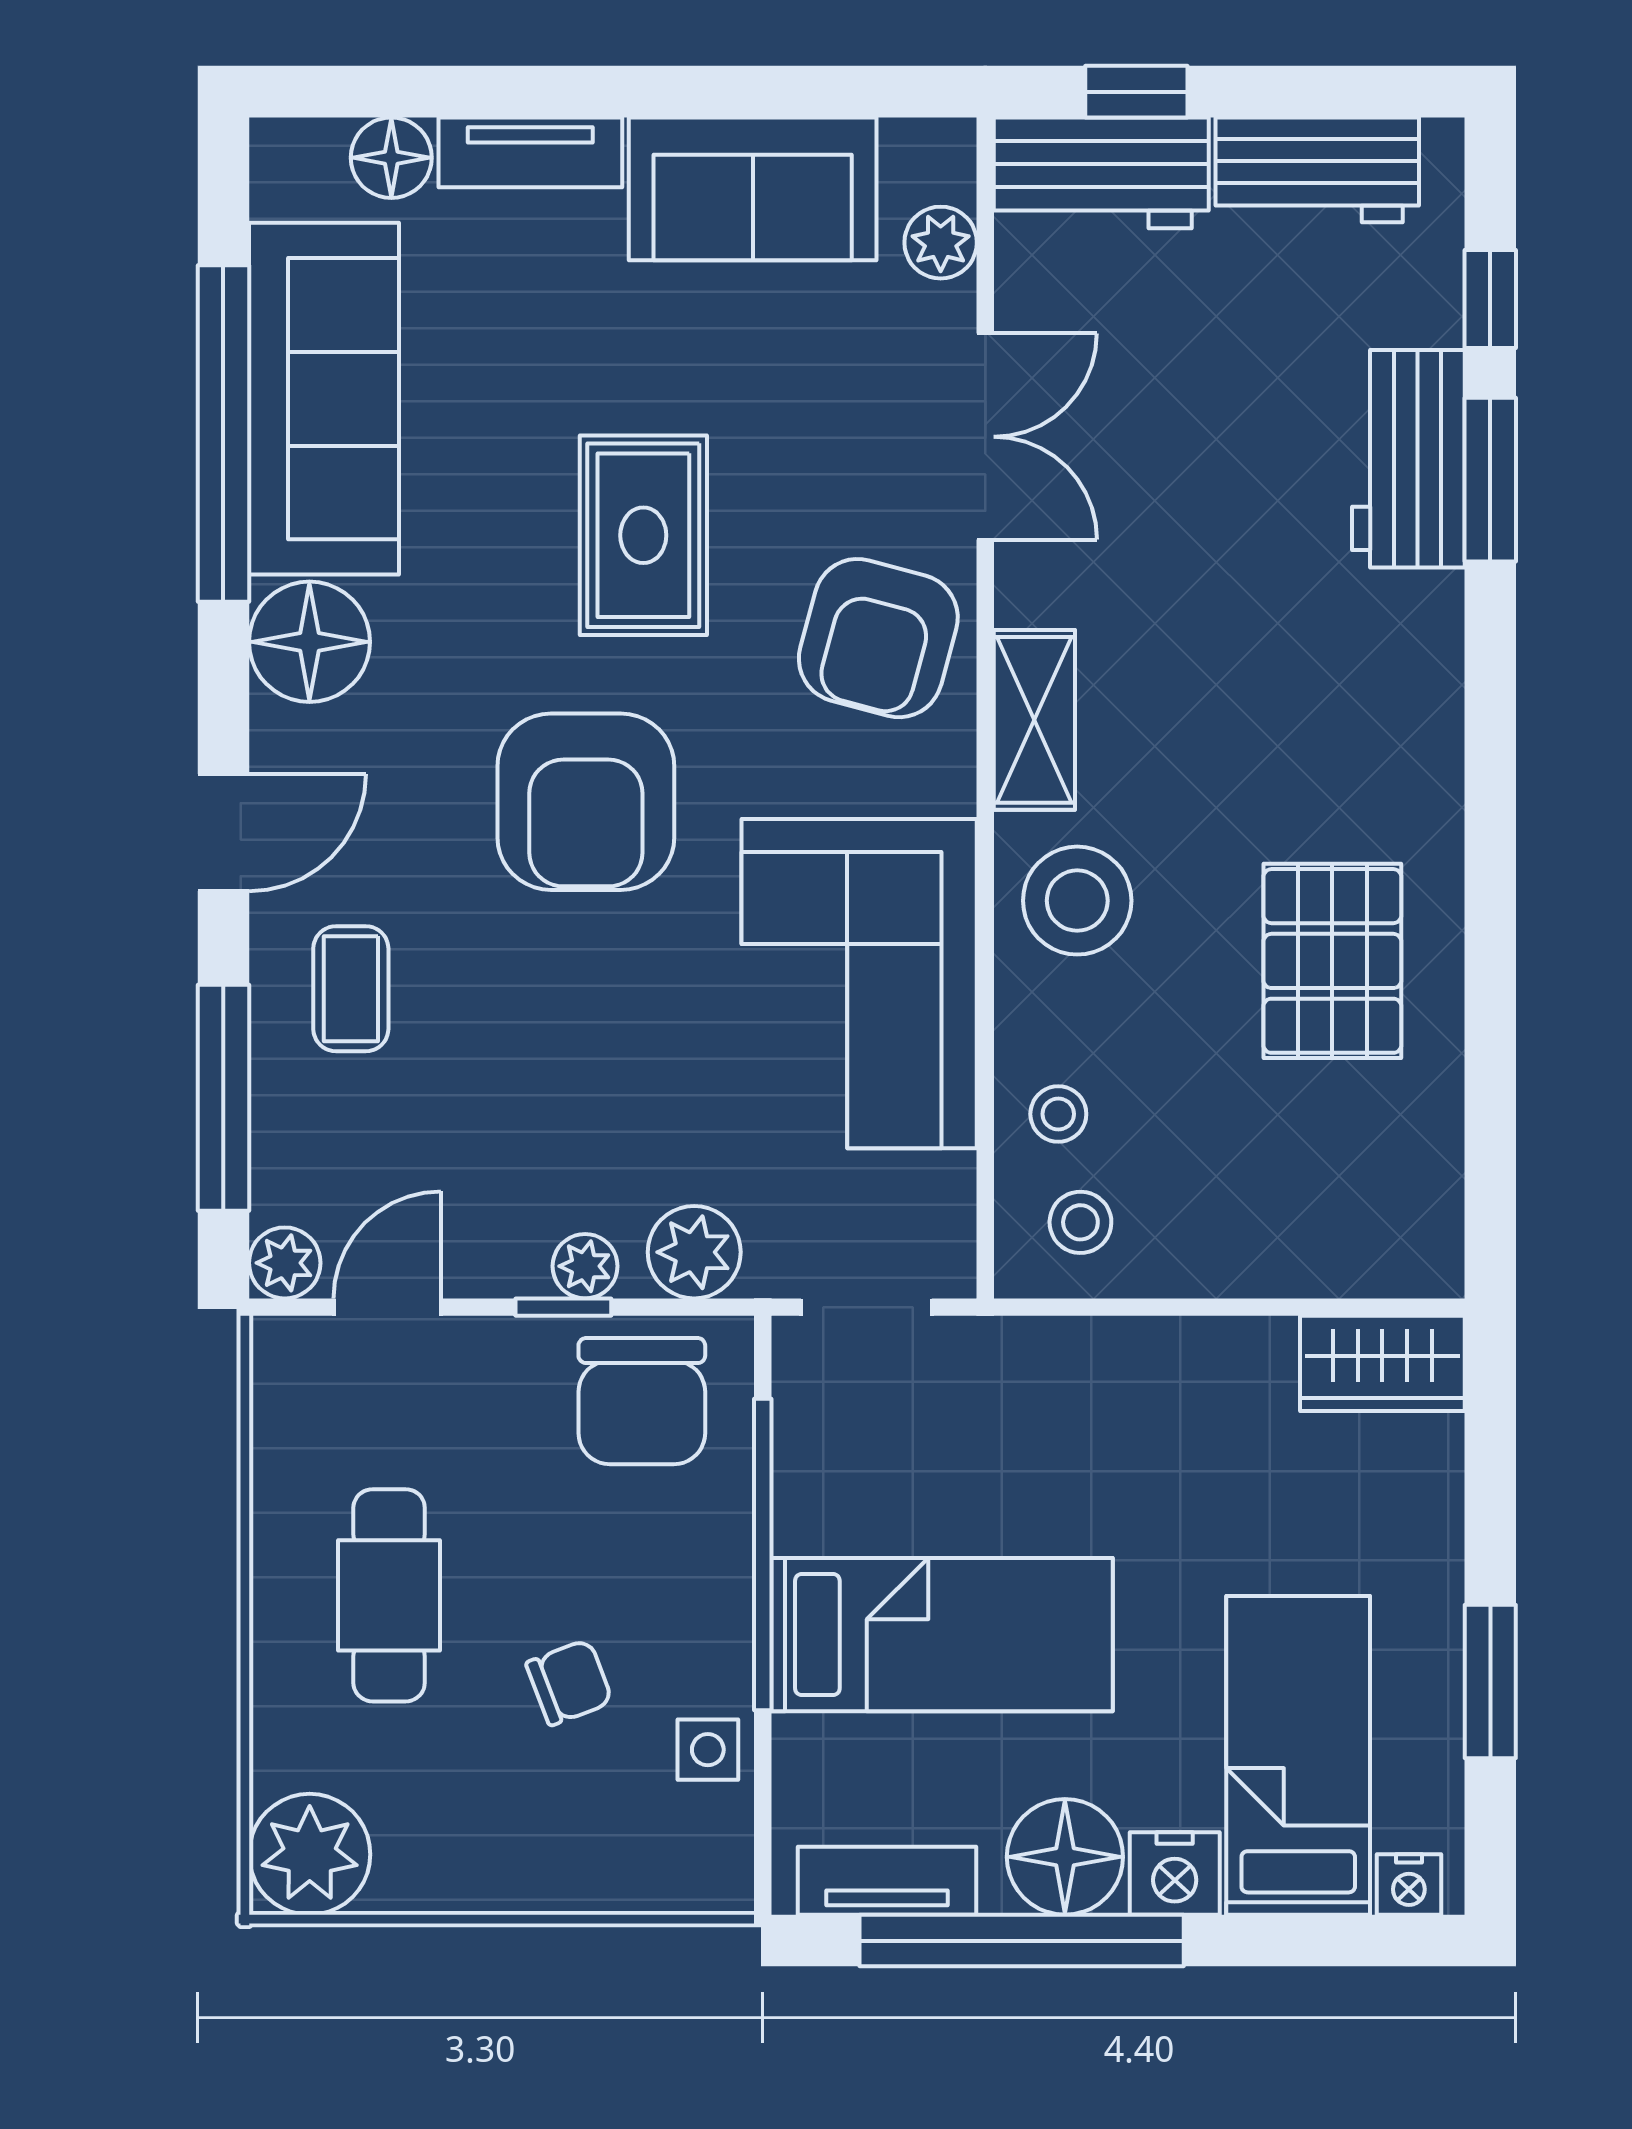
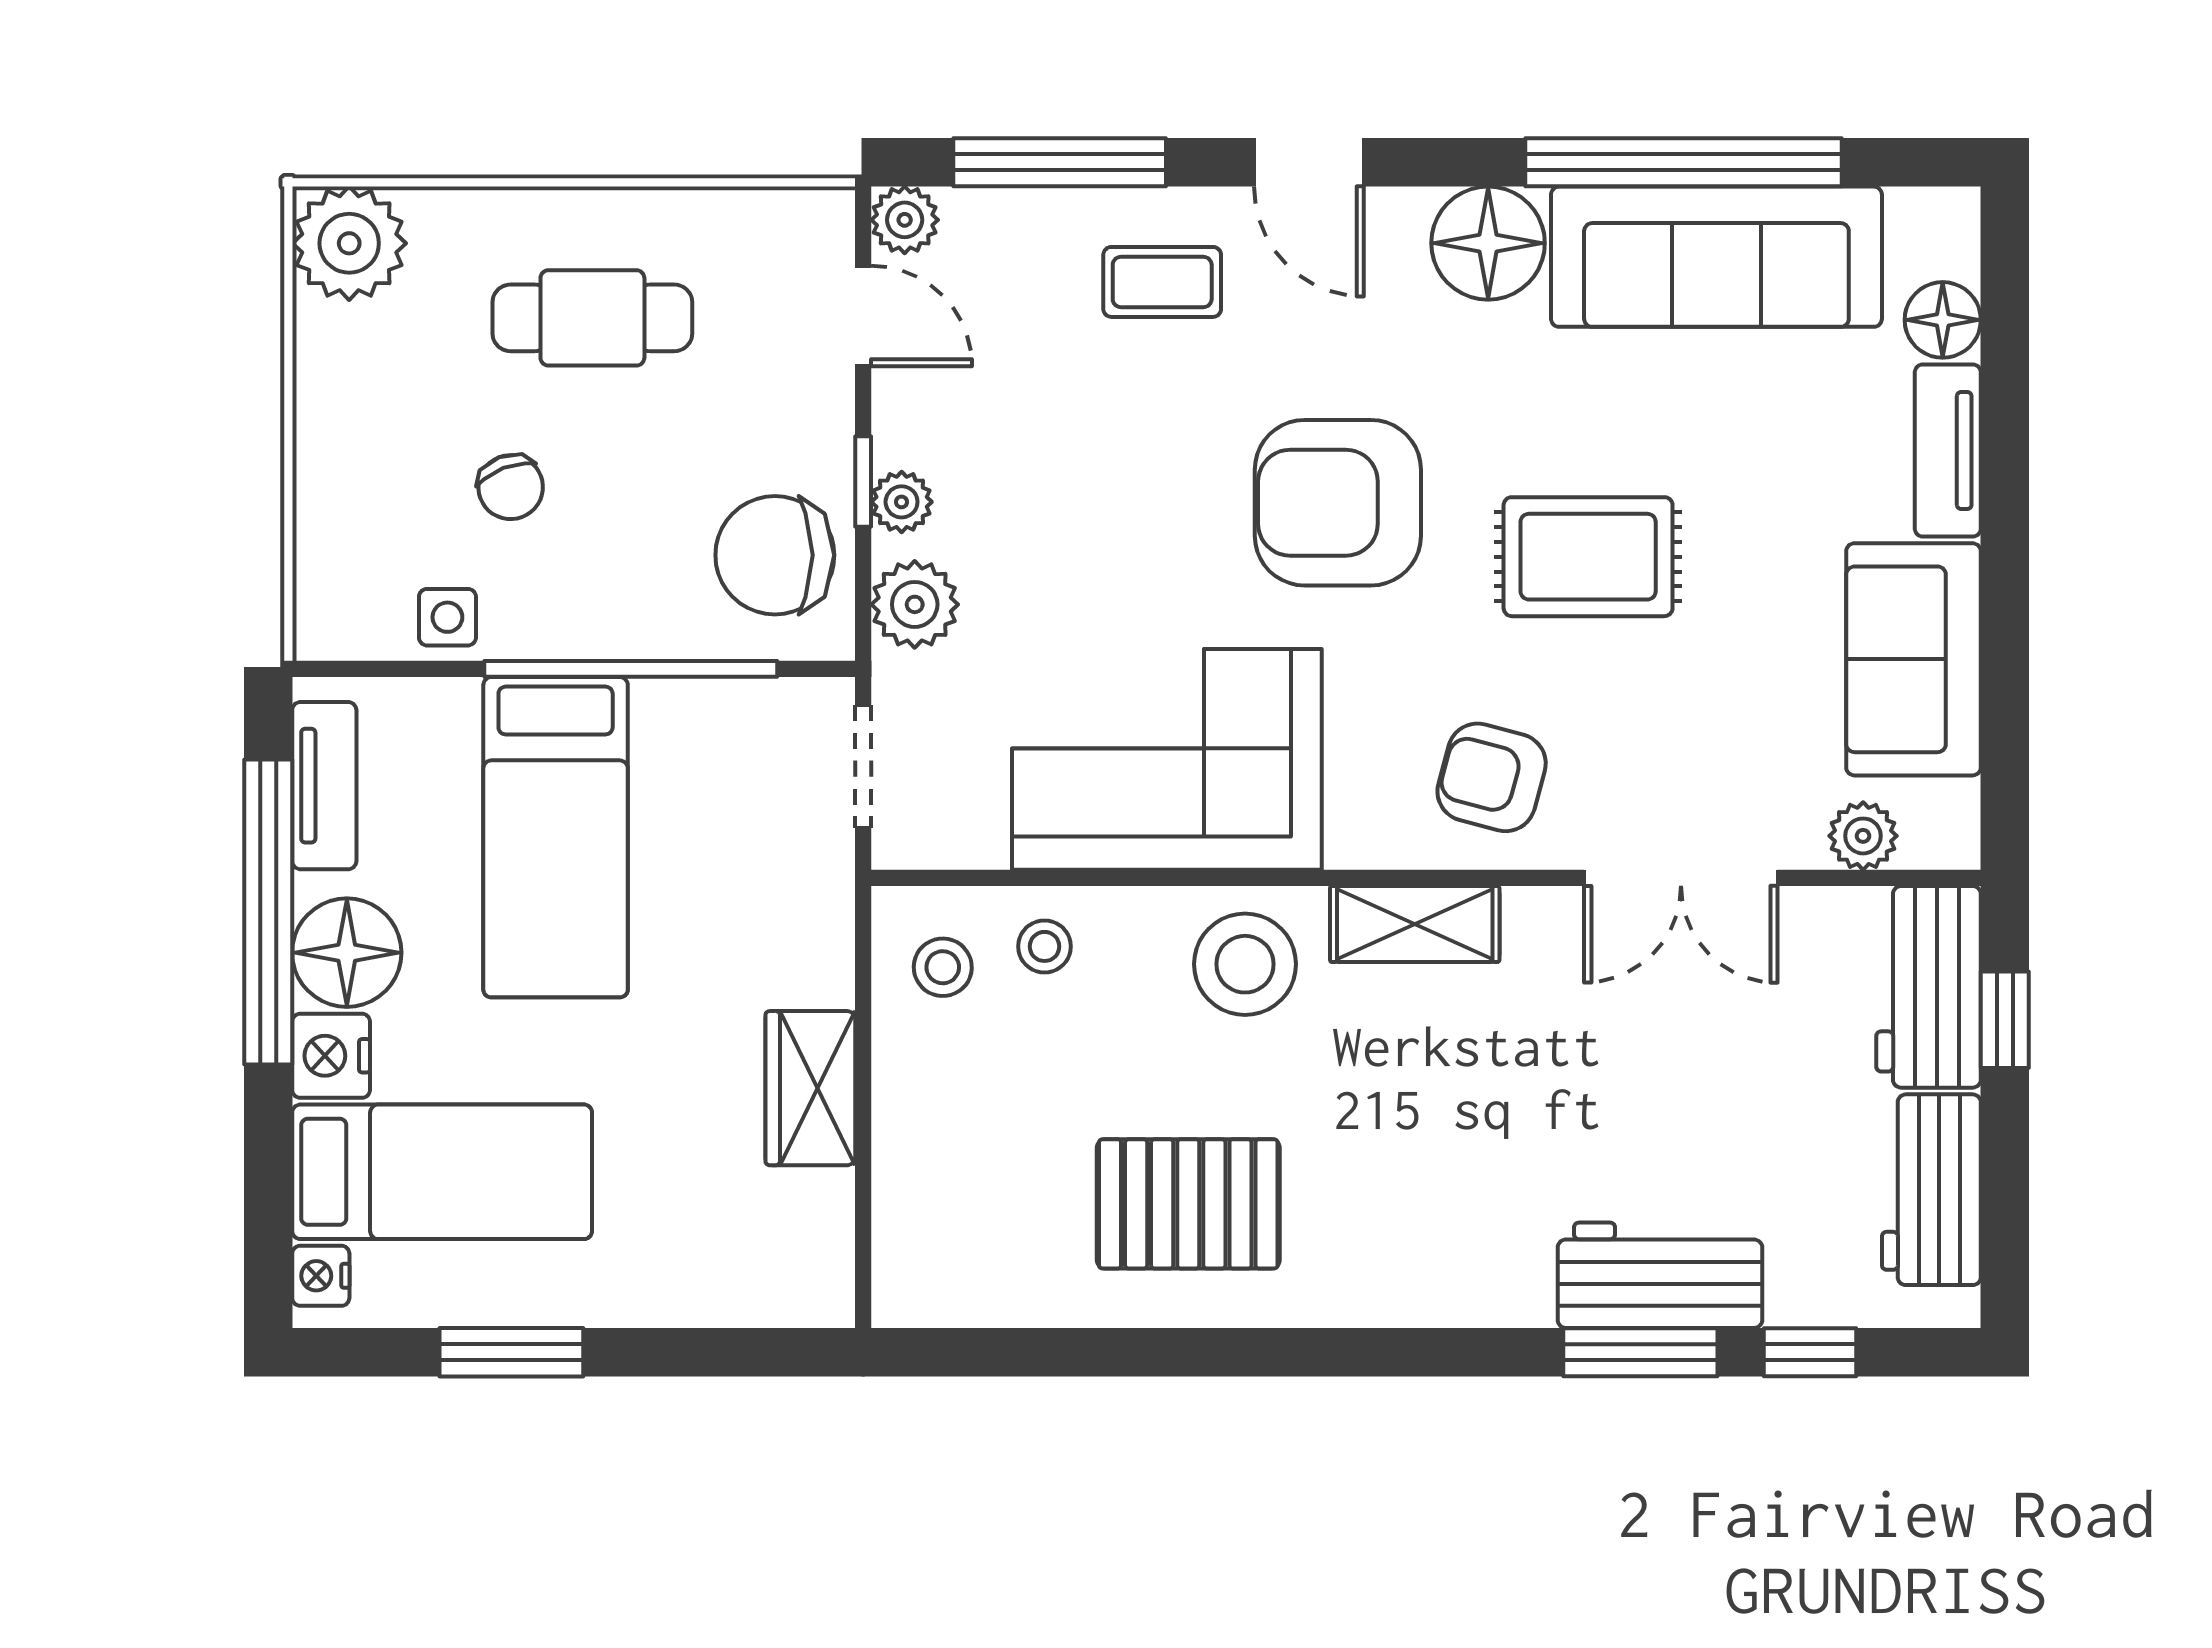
armchair: (878, 638) -> (1492, 777), width x0.72, depth x0.72
wardrobe: (1382, 1363) -> (810, 1088), moved

